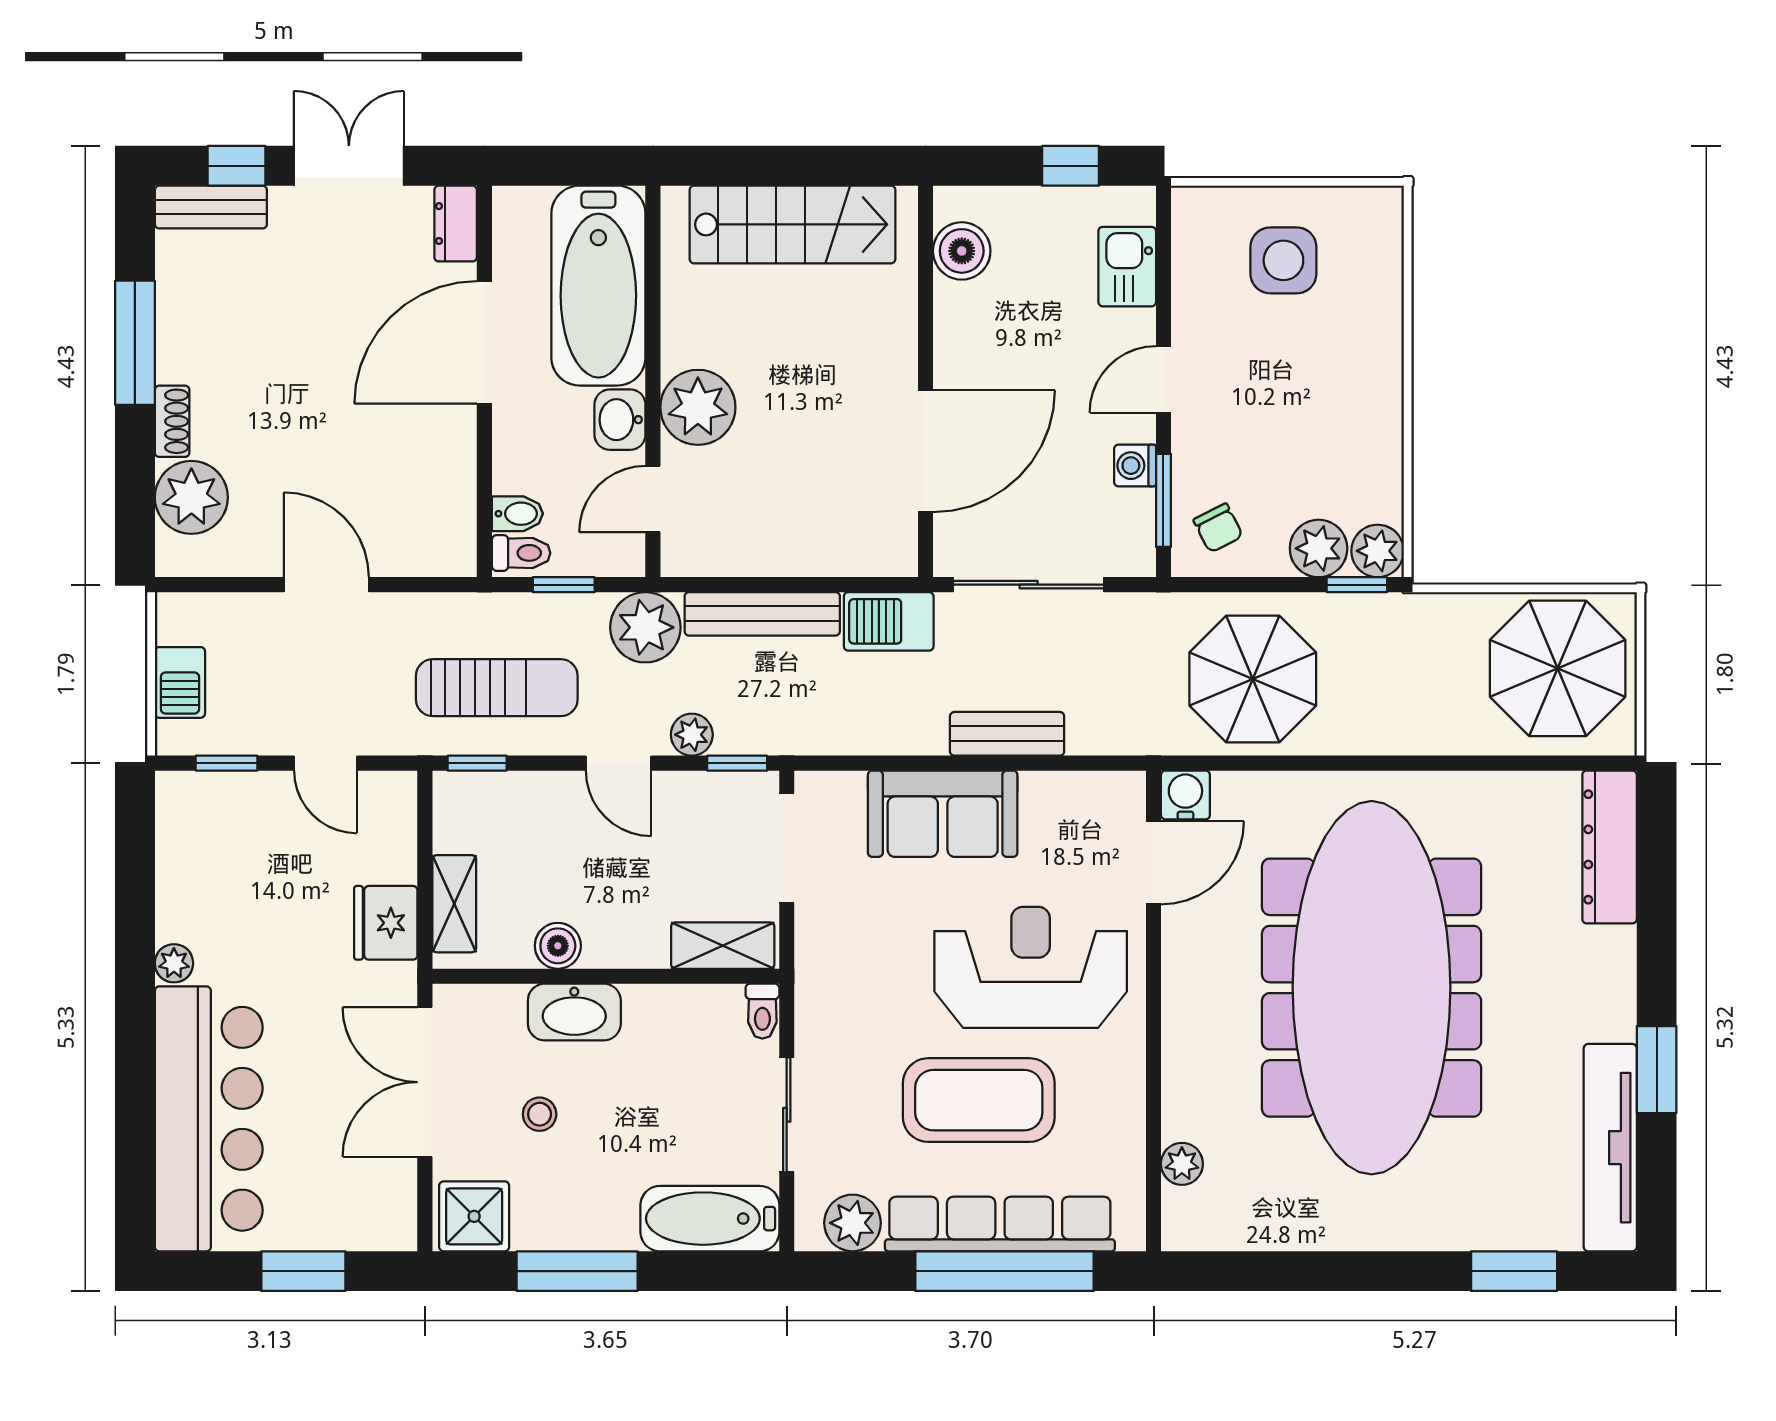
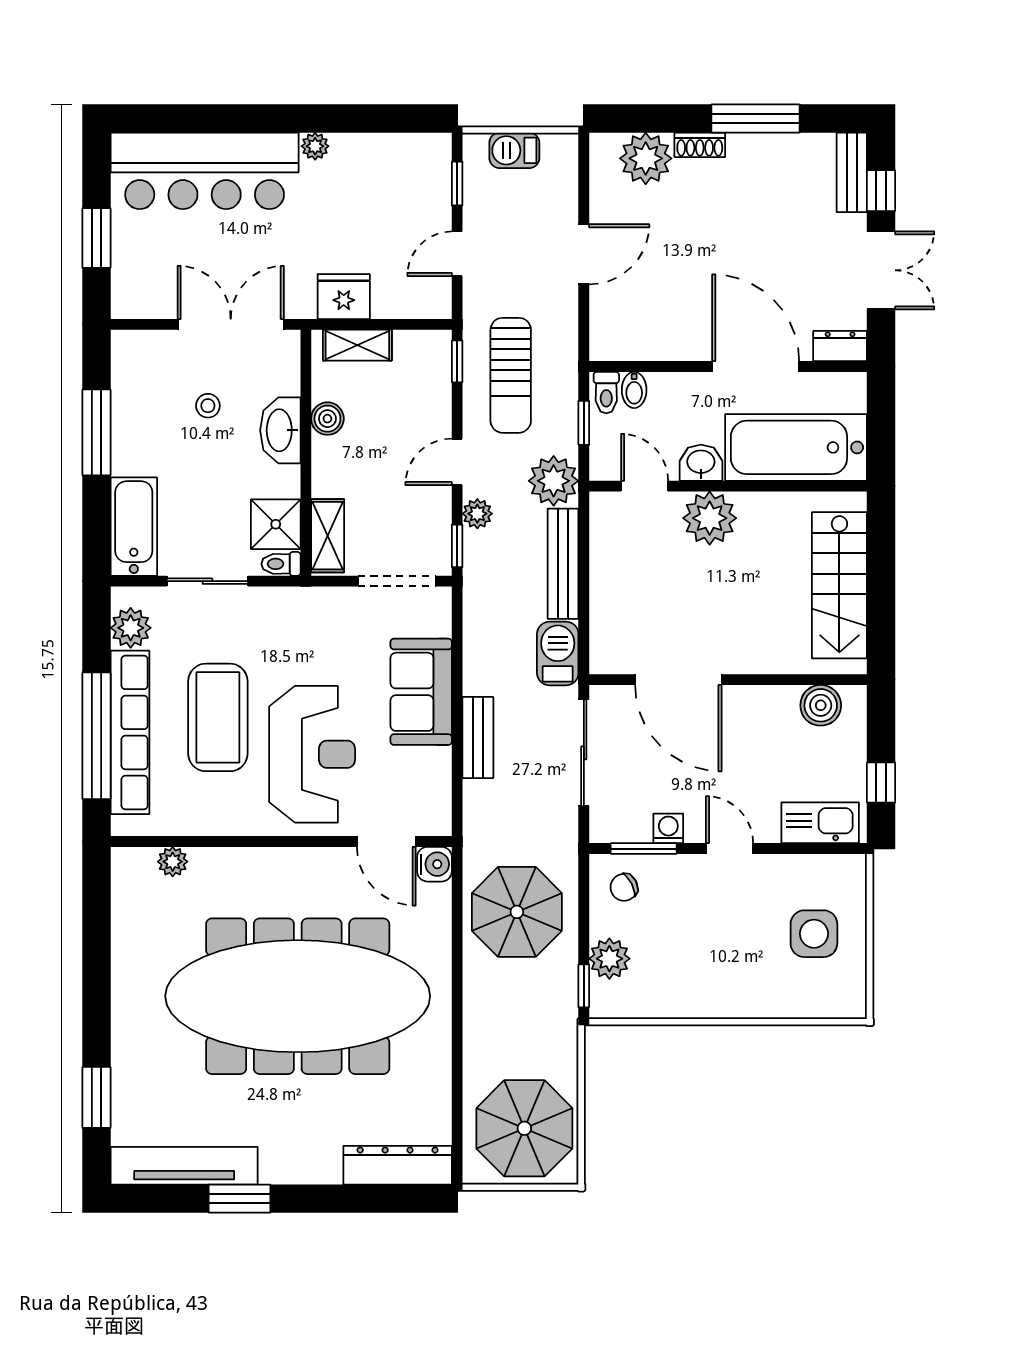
kitchen sink: (1127, 267) -> (820, 823), width x1.38
plant: (1378, 551) -> (608, 1001), removed
shower: (474, 1216) -> (276, 524), moved

